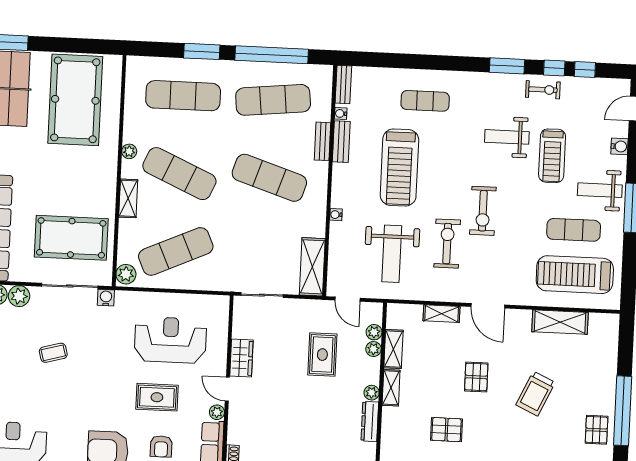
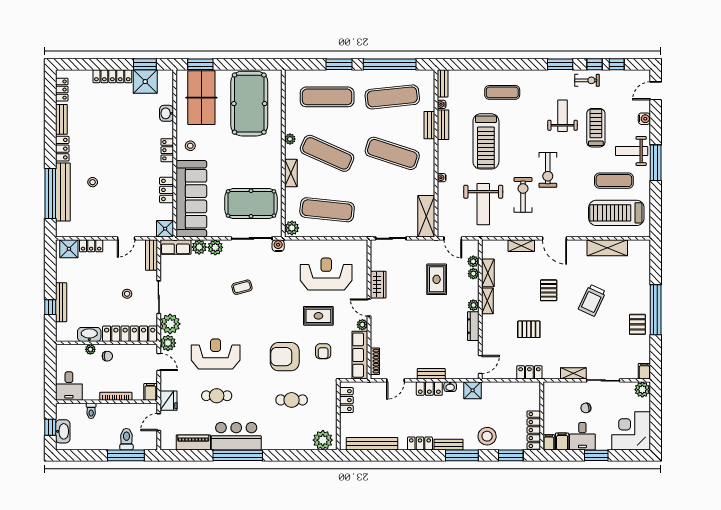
weight bench: (507, 137) -> (563, 116), turned 90
treadmill: (552, 156) -> (596, 128), turned 180
exercise mat: (176, 251) -> (327, 210), turned 30

